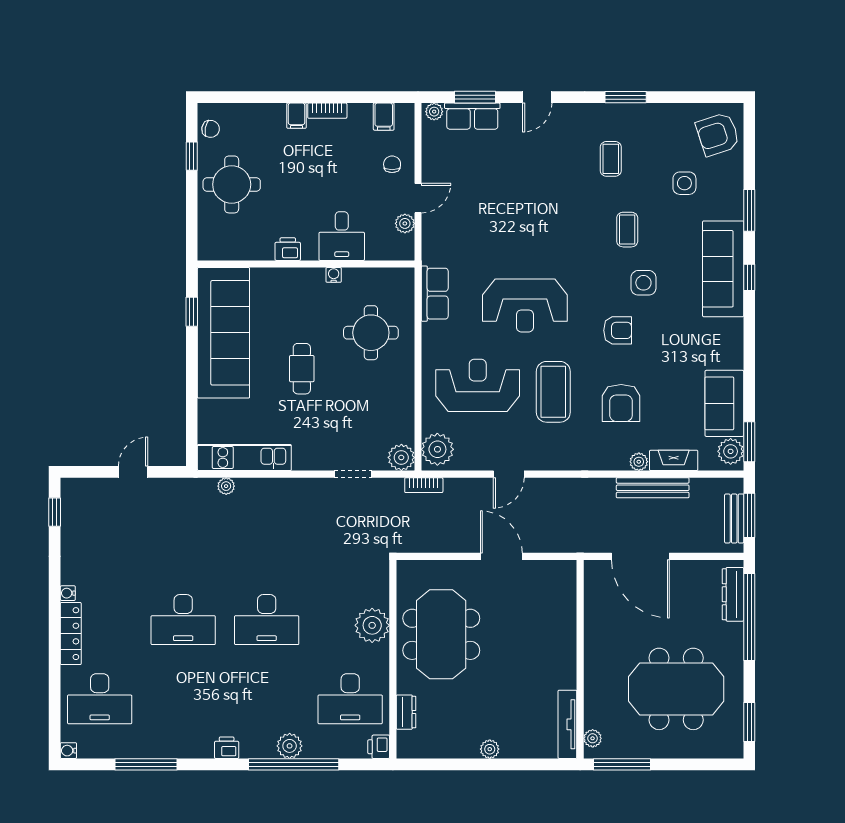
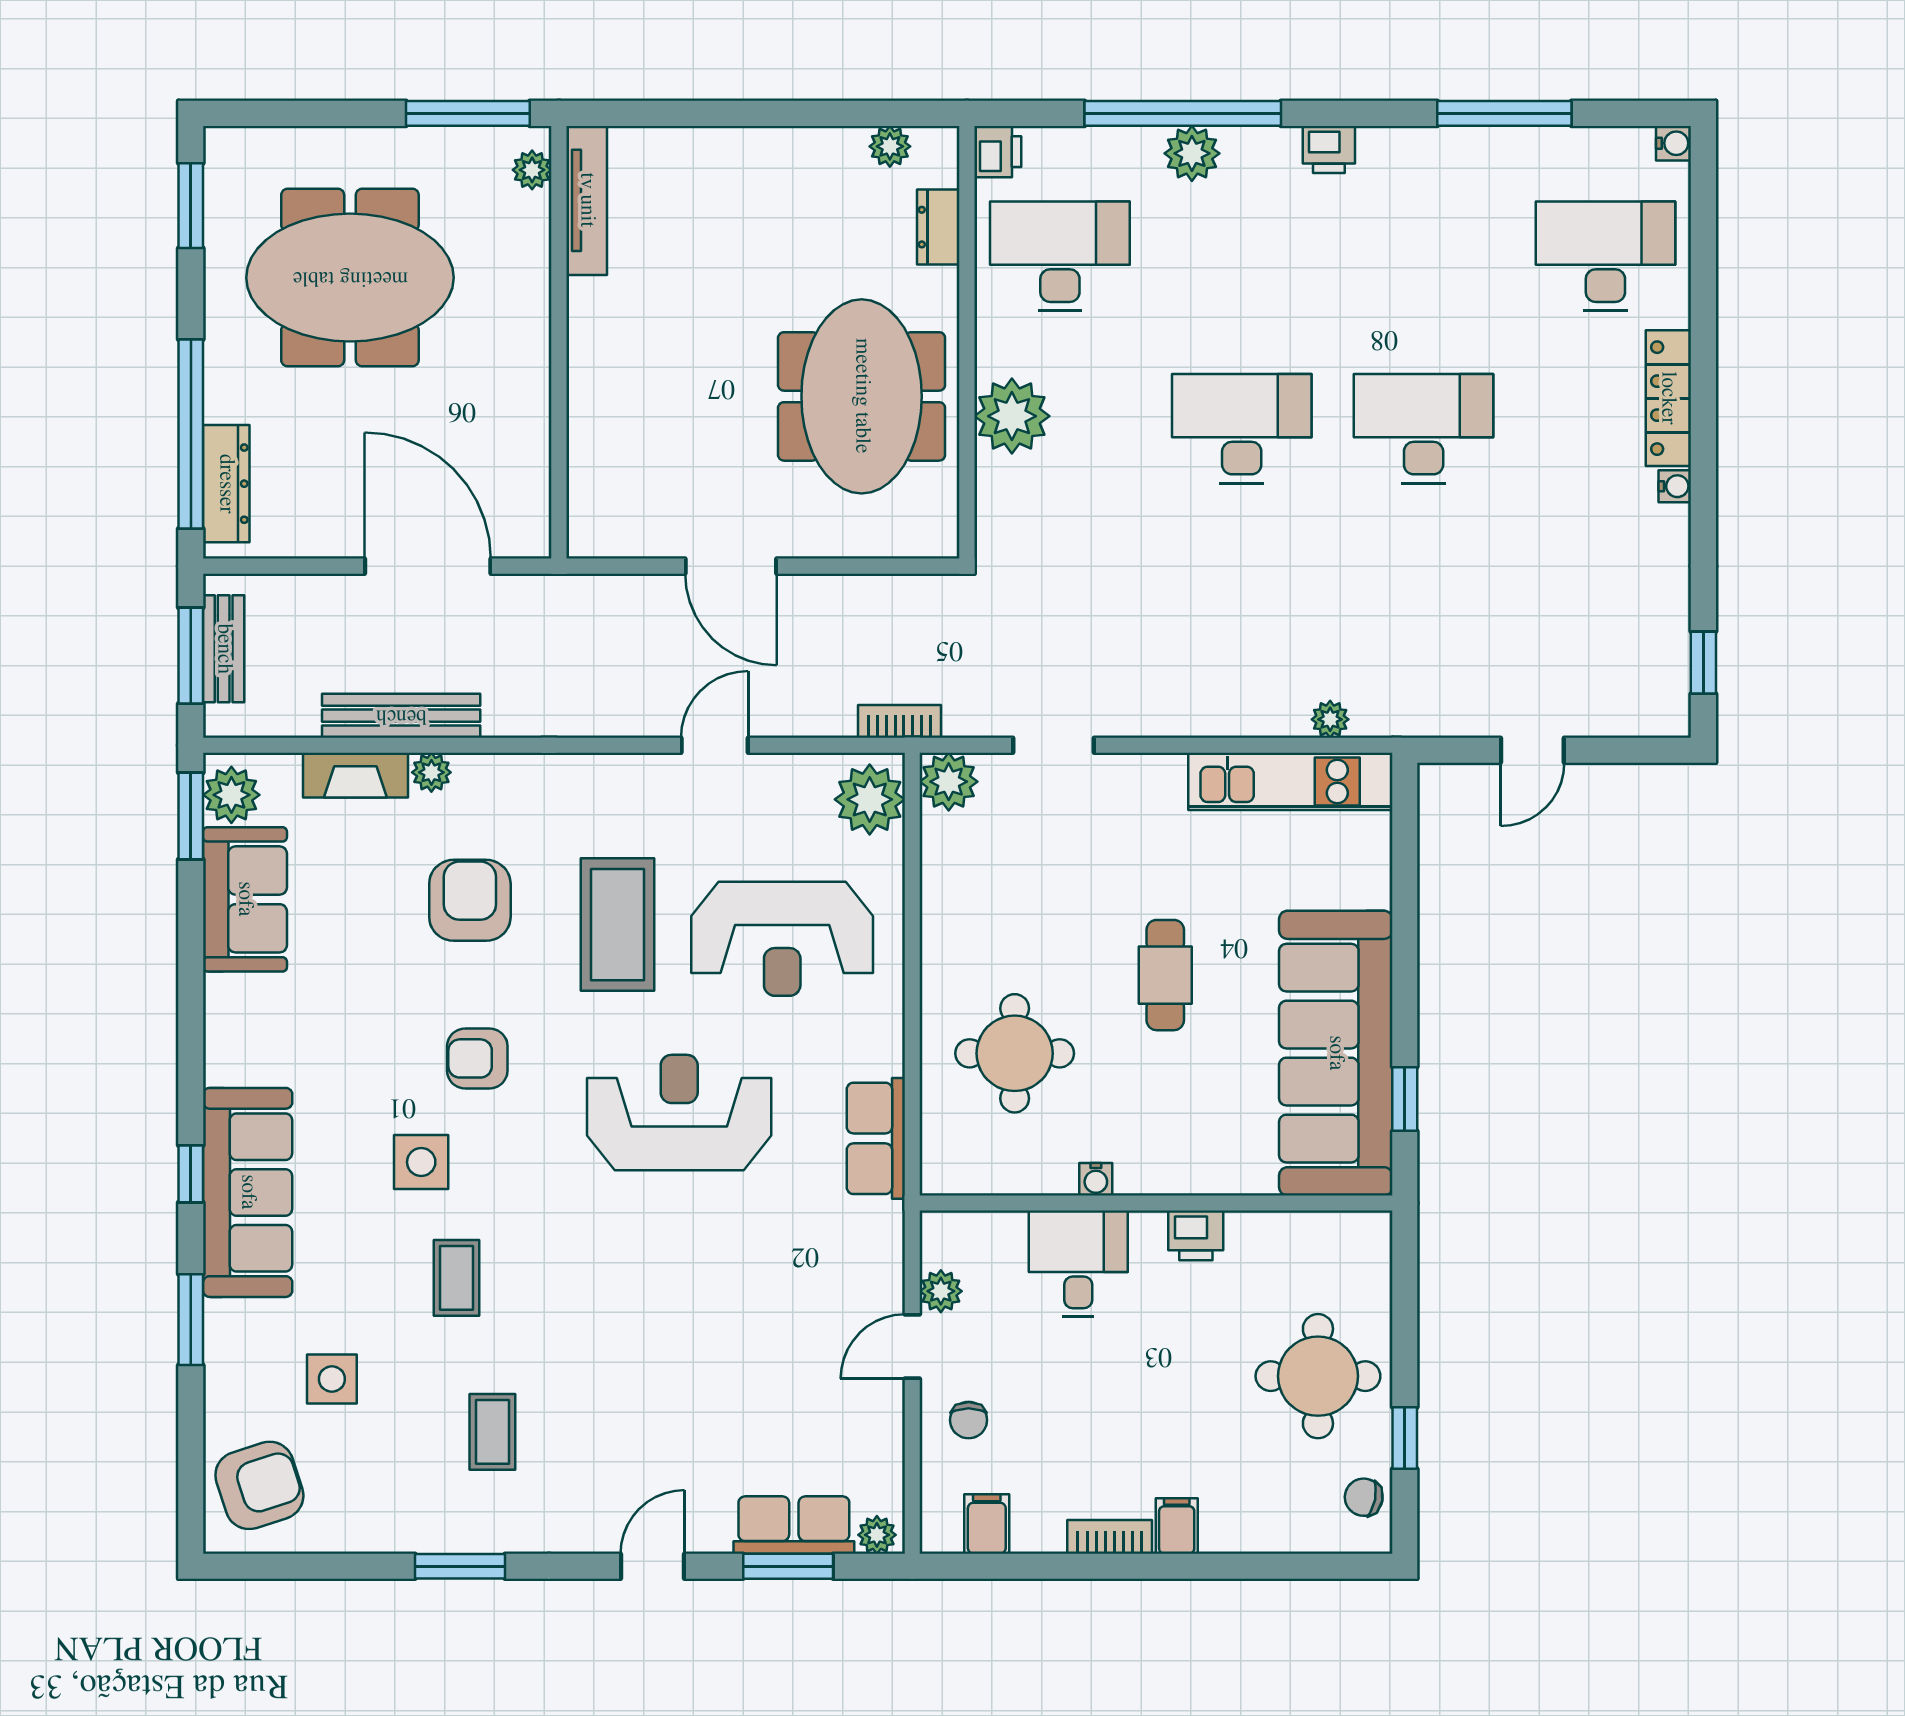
plant: (490, 749) -> (890, 146), moved

